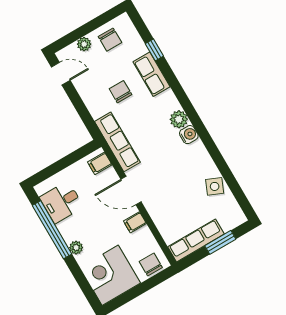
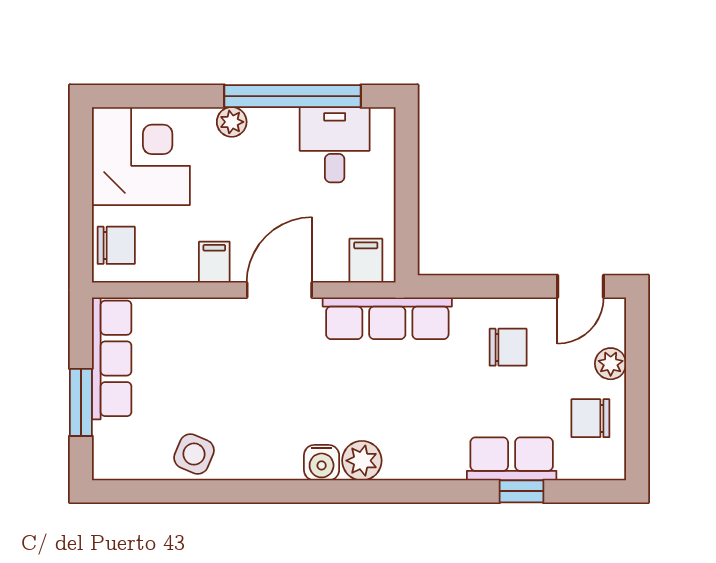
row of seats: (152, 74) -> (512, 459), moved
chair: (120, 92) -> (508, 347), moved

